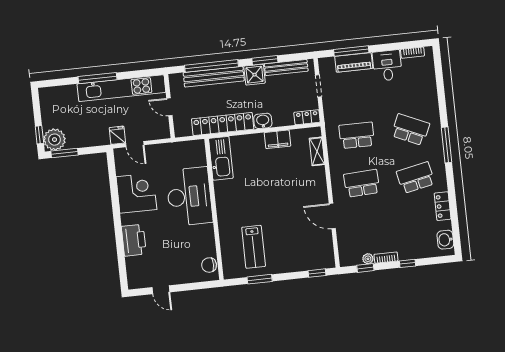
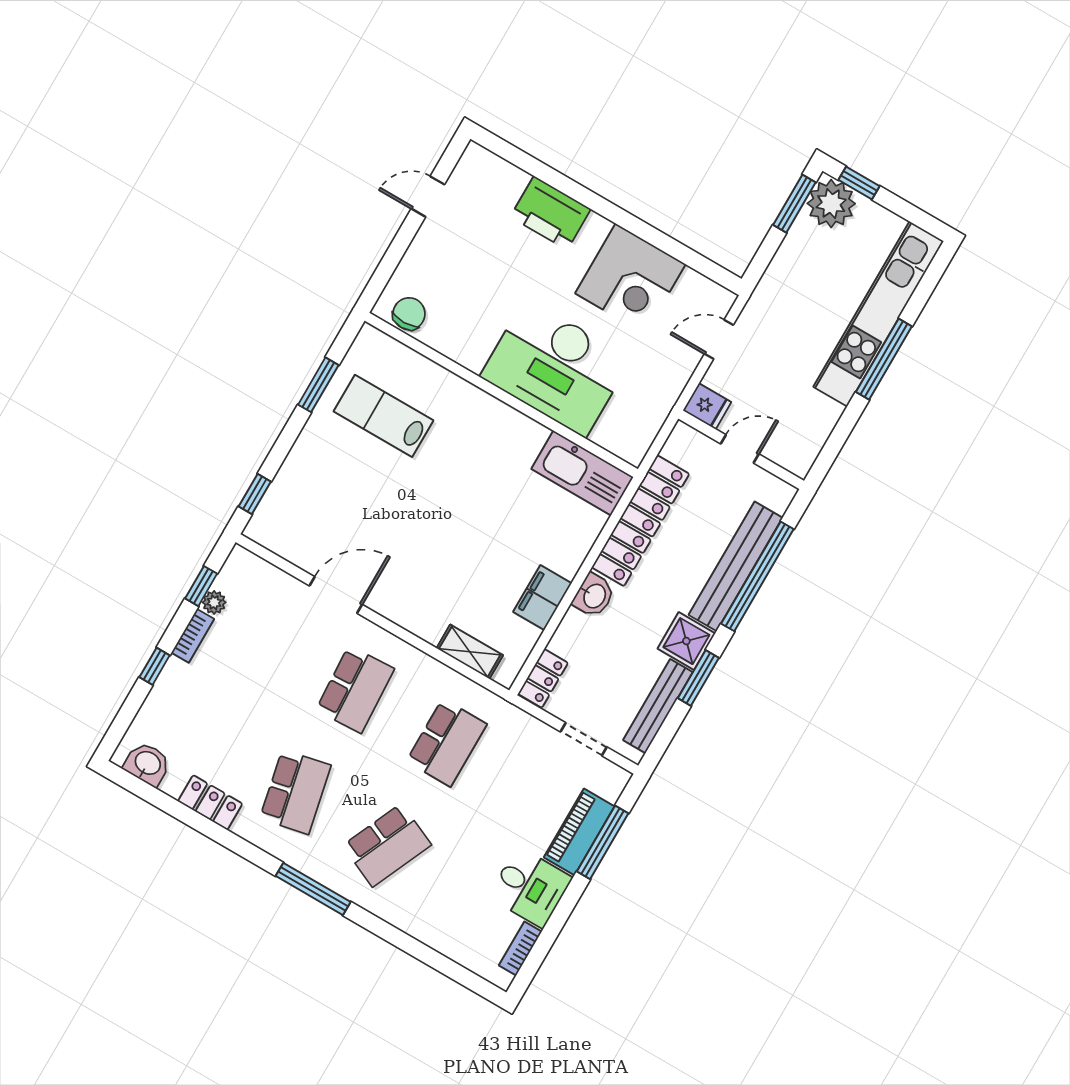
kitchen unit: (121, 88) -> (878, 314), moved
fridge: (117, 135) -> (707, 406), moved

